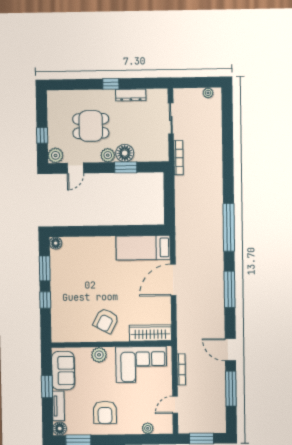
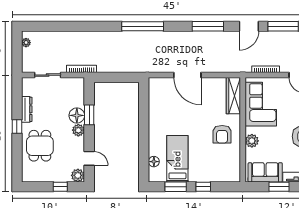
dining table: (91, 126) -> (40, 146), moved
floor lamp: (56, 243) -> (154, 162), moved
bed: (143, 248) -> (177, 159), moved, turned 180
window: (230, 289) -> (208, 26), moved
armchair: (106, 321) -> (222, 134), turned 62

